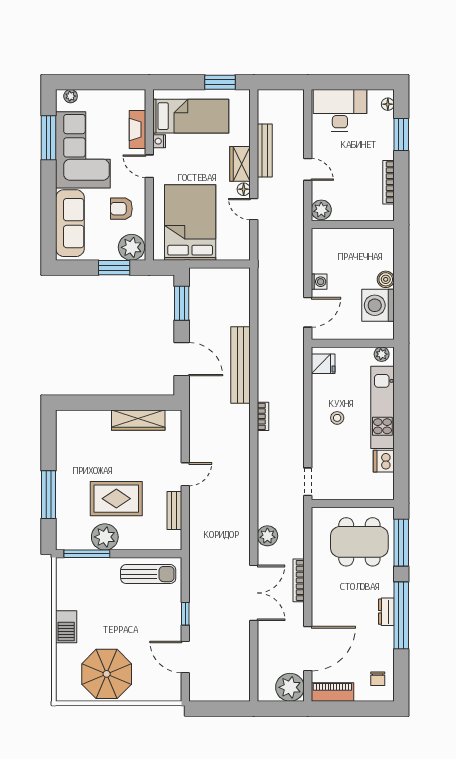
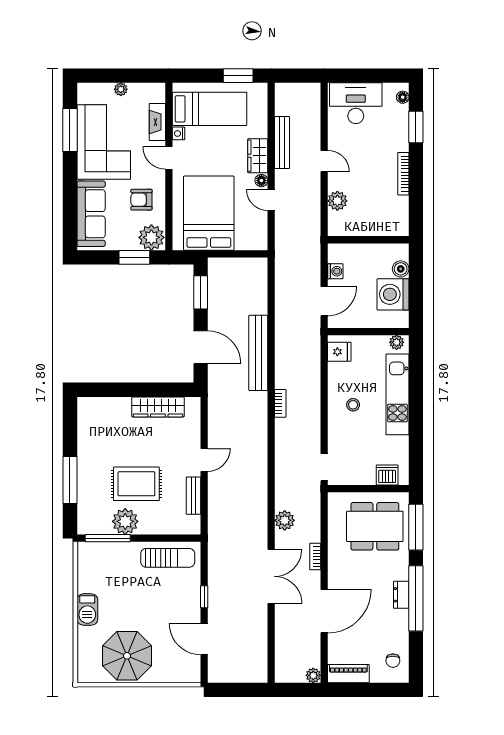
plant: (71, 96) -> (121, 89), moved
wall: (353, 224) -> (368, 240), moved
dishwasher: (384, 461) -> (387, 475), moved, turned 90
bookcase: (299, 580) -> (315, 557), width x0.64
door: (308, 649) -> (324, 611), moved
plant: (290, 687) -> (313, 675), width x0.53, depth x0.53

